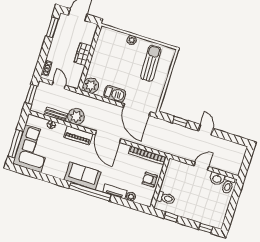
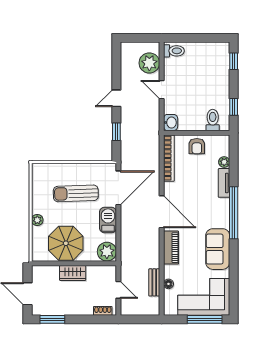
parasol: (107, 56) -> (66, 243), added
sun lounger: (151, 63) -> (76, 193), moved
door: (59, 85) -> (118, 290), swing flipped
window: (31, 94) -> (140, 319), removed
plant: (76, 116) -> (149, 63), moved
door: (108, 137) -> (162, 212), hinge flipped
sofa: (83, 176) -> (218, 249), moved
washbasin: (217, 179) -> (171, 123), moved

